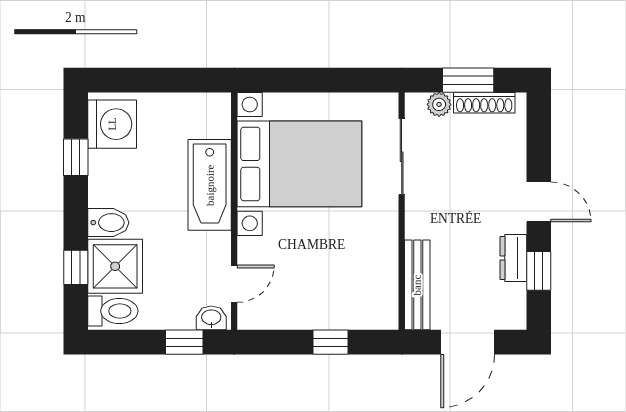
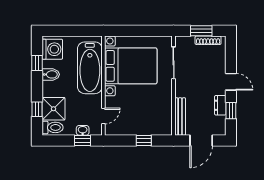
plant: (439, 104) -> (189, 41), removed
bathtub: (210, 185) -> (90, 68), width x1.36, depth x1.36
bidet: (108, 223) -> (51, 74), moved
washbasin: (211, 318) -> (83, 130), moved

